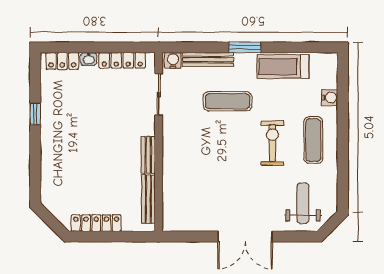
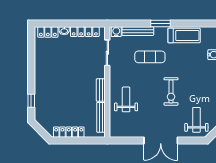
treadmill: (283, 67) -> (184, 35), turned 180
window: (35, 114) -> (31, 101), moved
exercise mat: (313, 140) -> (203, 81), removed
exercise bike: (272, 143) -> (171, 92), moved, turned 180
weight bench: (189, 170) -> (126, 99), added

